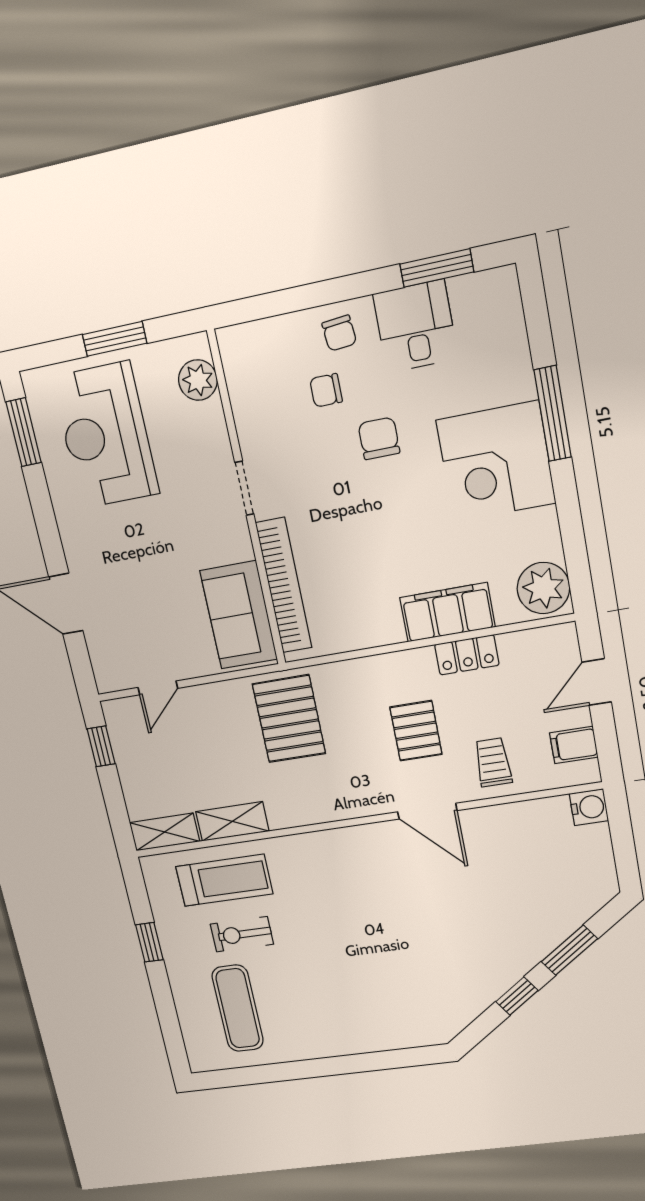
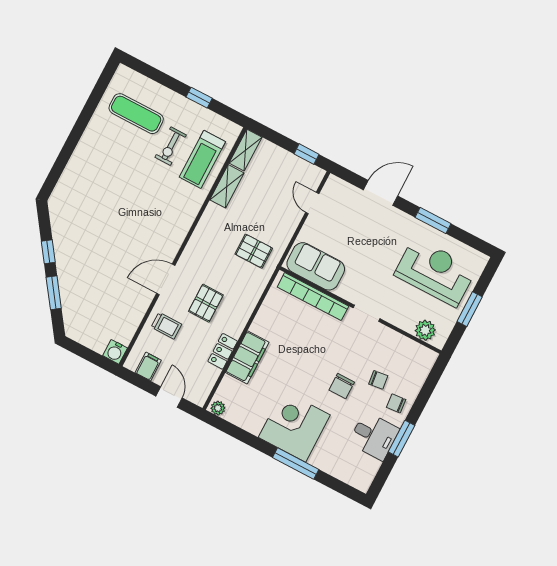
window: (437, 268) -> (402, 439), moved
chair: (326, 390) -> (378, 380), turned 83
window: (24, 432) -> (433, 220), moved
chair: (379, 438) -> (342, 386), turned 90
plant: (543, 588) -> (218, 408), width x0.53, depth x0.53
pallet: (289, 719) -> (254, 251), width x0.67, depth x0.71
pallet: (416, 731) -> (206, 303), turned 90
exercise bike: (242, 934) -> (171, 146), turned 180

